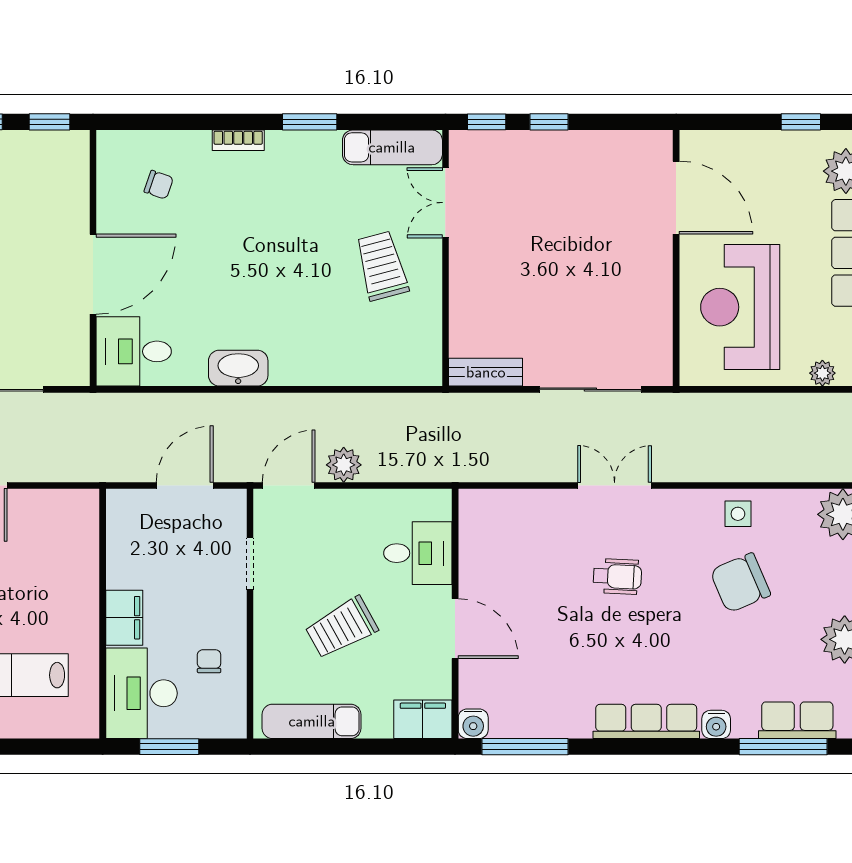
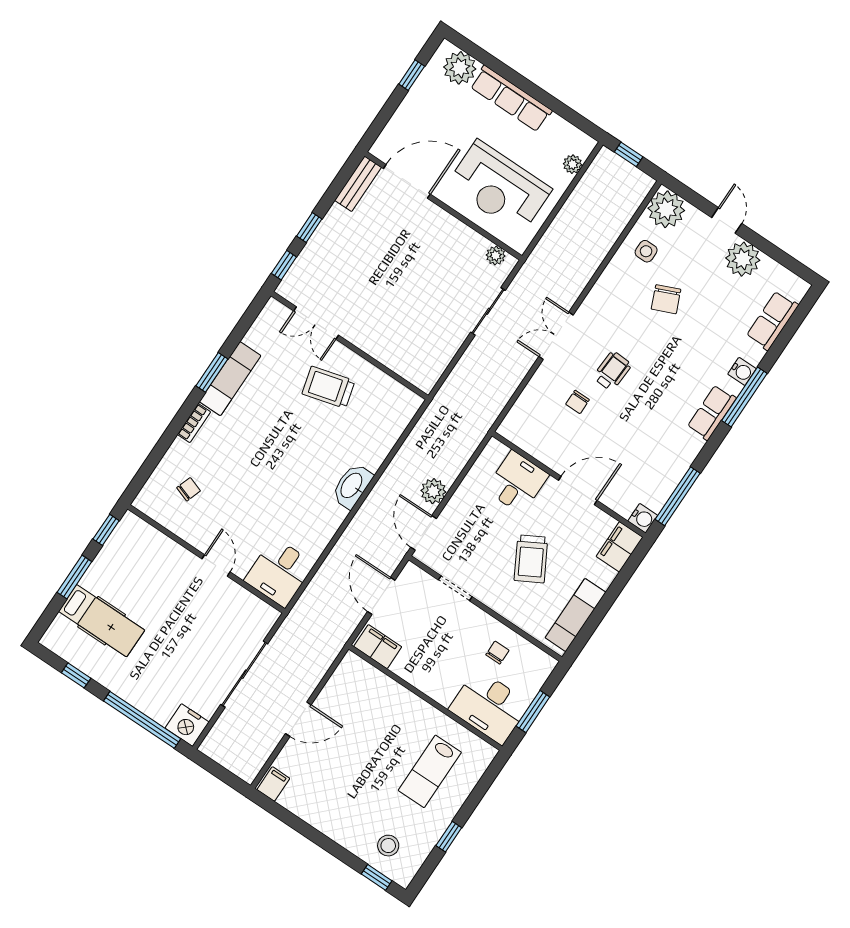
exam couch: (392, 147) -> (230, 379), moved
door: (93, 274) -> (216, 565), width x0.53
plant: (660, 355) -> (496, 255), added
washbasin: (238, 368) -> (352, 486), moved
bench: (486, 372) -> (358, 184), moved
sliding door: (590, 389) -> (488, 311), width x0.73
side table: (738, 514) -> (646, 251), moved
chair: (556, 561) -> (578, 402), added
chair: (740, 583) -> (666, 299), width x0.73, depth x0.73
filing cabinet: (124, 618) -> (378, 647), moved
chair: (209, 661) -> (497, 653), turned 90
row of seats: (646, 721) -> (712, 413), width x0.68
window: (783, 747) -> (744, 397), moved

